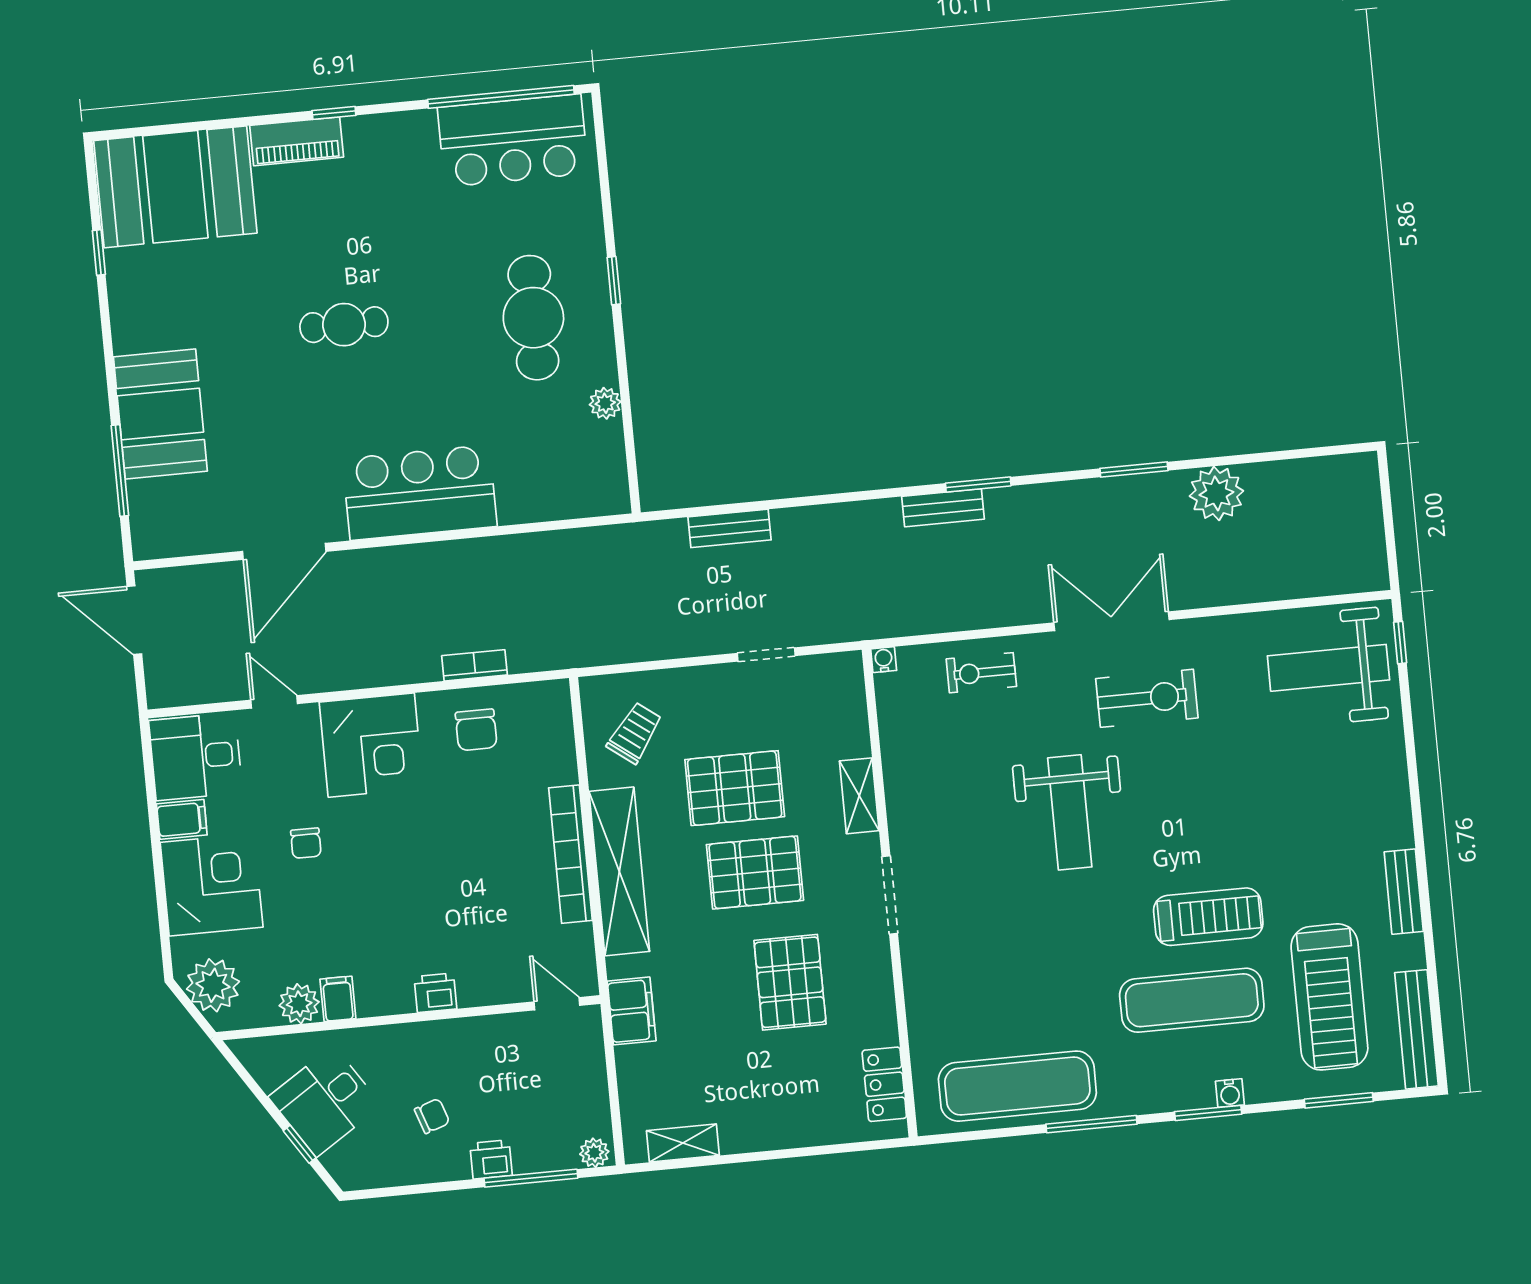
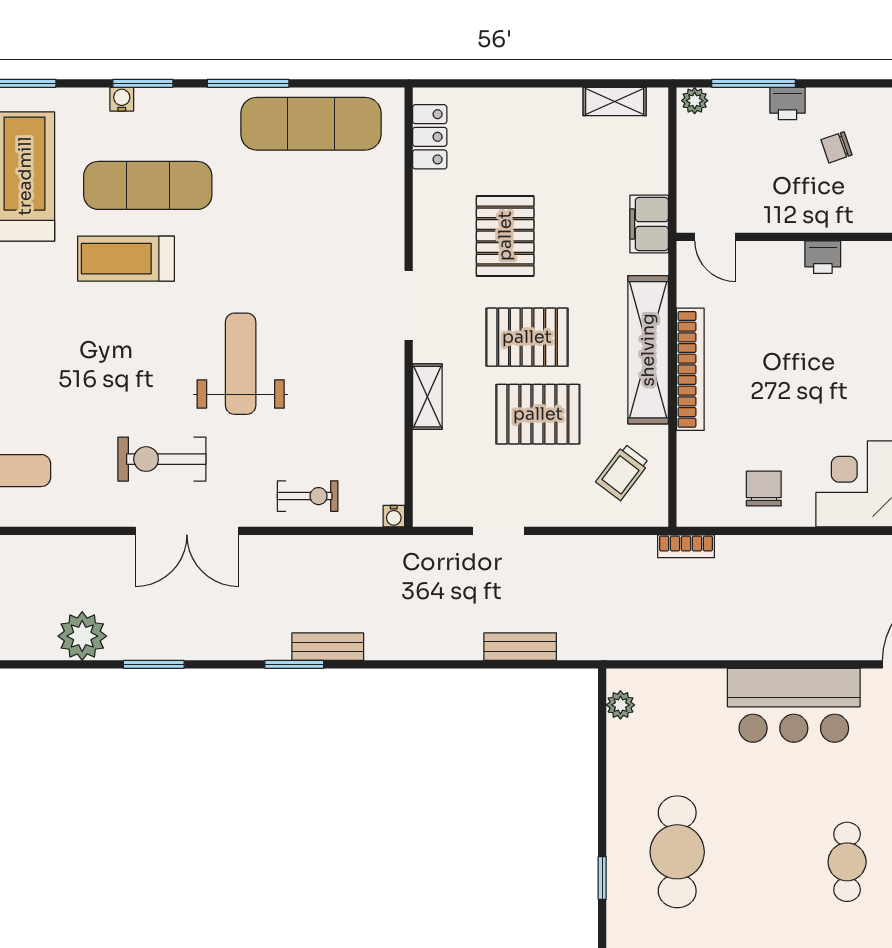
cafe table: (344, 325) -> (847, 862), turned 90
plant: (605, 403) -> (620, 705), moved
bookcase: (475, 665) -> (686, 546), moved

